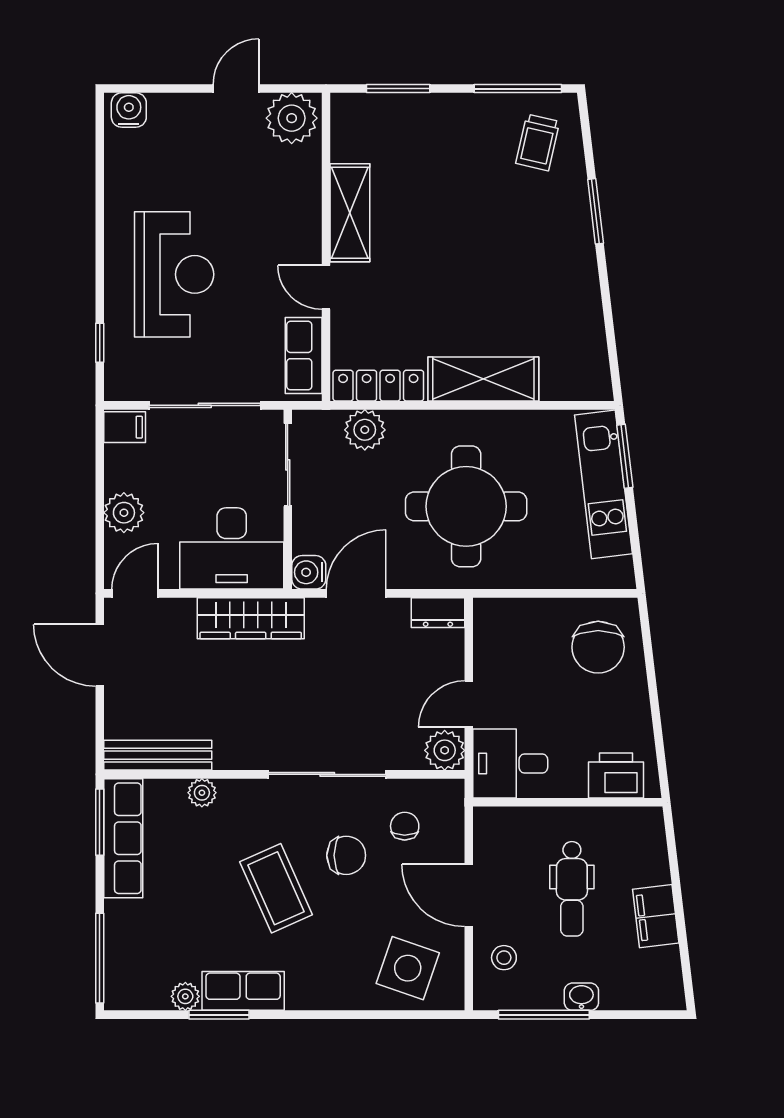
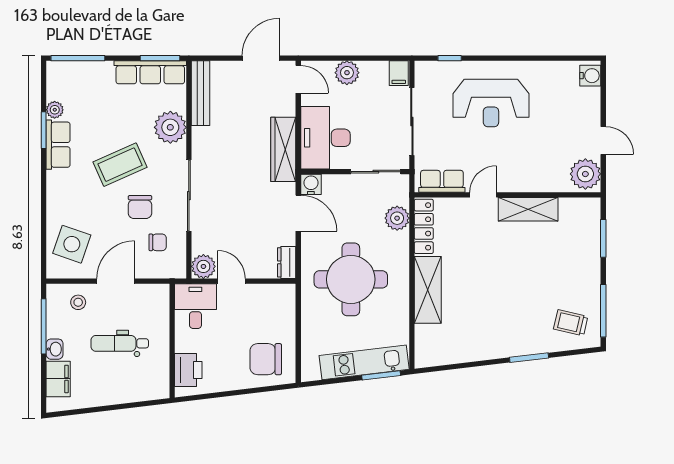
plant: (202, 793) -> (170, 127), width x1.87, depth x1.87
filing cabinet: (656, 916) -> (58, 379), moved, turned 97

